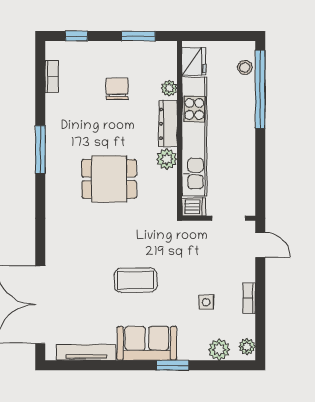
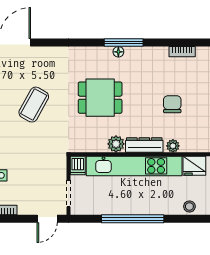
chair: (117, 89) -> (172, 104), turned -90
window: (260, 89) -> (133, 219), moved
floor lamp: (52, 156) -> (118, 52), added
dining table: (109, 179) -> (100, 98), turned 90
coffee table: (136, 280) -> (34, 105), moved, turned 30

